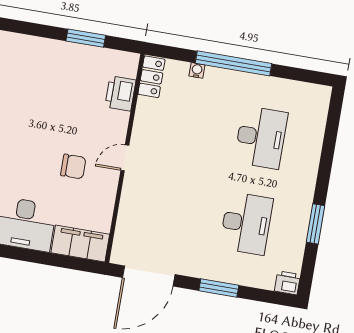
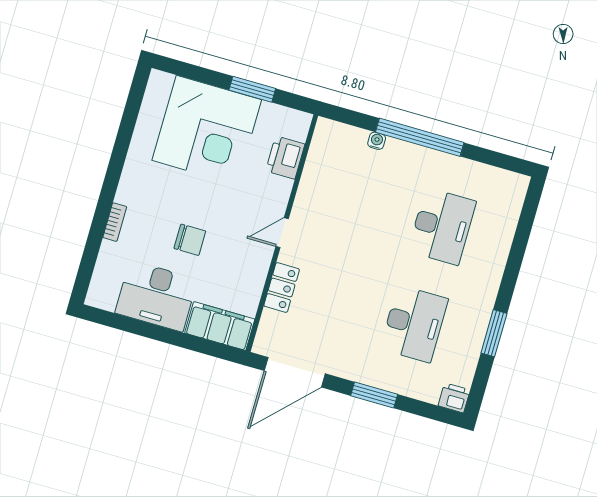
corner desk: (51, 77) -> (207, 130), added
locker: (151, 77) -> (282, 288), moved
chair: (73, 167) -> (190, 240), moved

